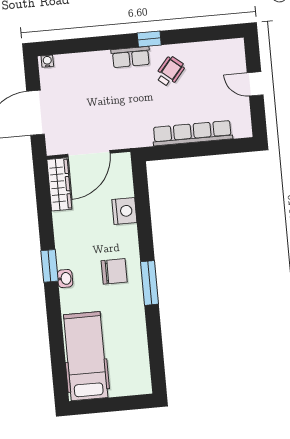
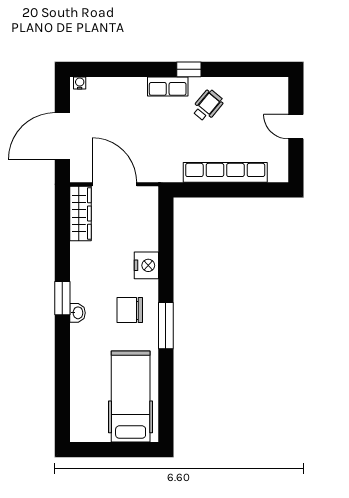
door: (89, 154) -> (114, 184), swing flipped
nightstand: (124, 211) -> (146, 265), moved
chair: (114, 271) -> (130, 310), turned 180
hospital bed: (86, 356) -> (131, 396), moved

